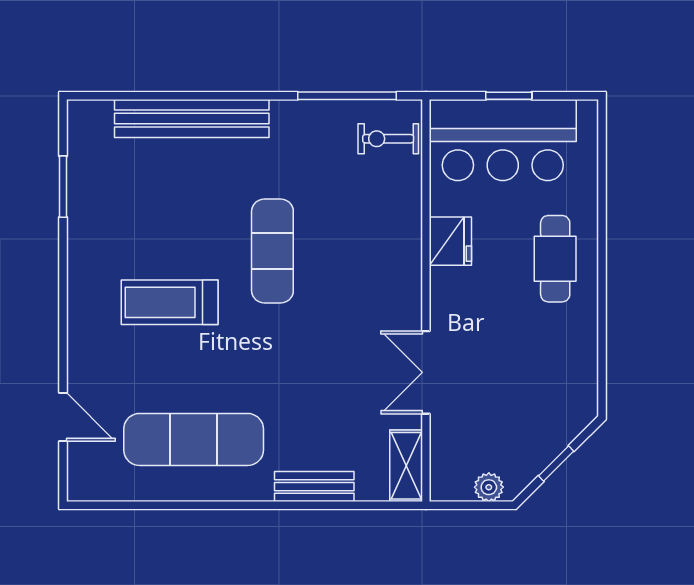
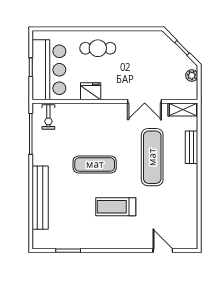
treadmill: (170, 302) -> (116, 207), turned 90
door: (63, 417) -> (163, 251), hinge flipped
exercise mat: (194, 439) -> (152, 157), moved

